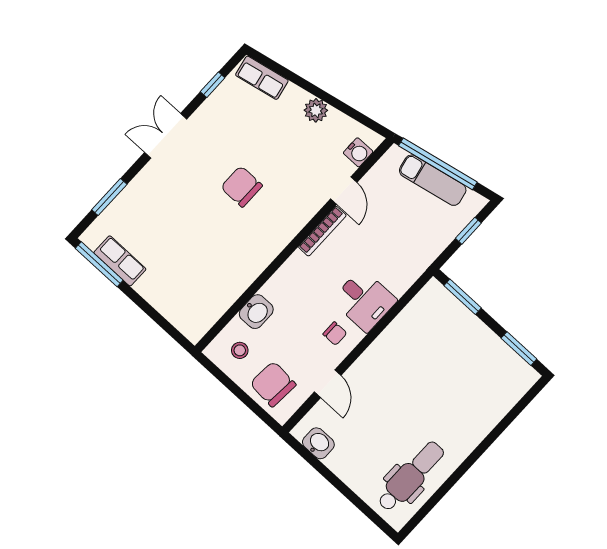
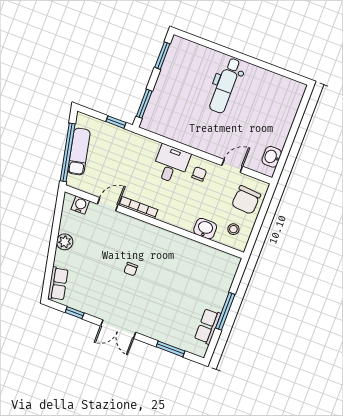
chair: (242, 187) -> (131, 269), width x0.54, depth x0.54
window: (468, 231) -> (116, 122), moved
window: (99, 264) -> (225, 311), moved
dental chair: (411, 476) -> (225, 86), moved, turned -90

